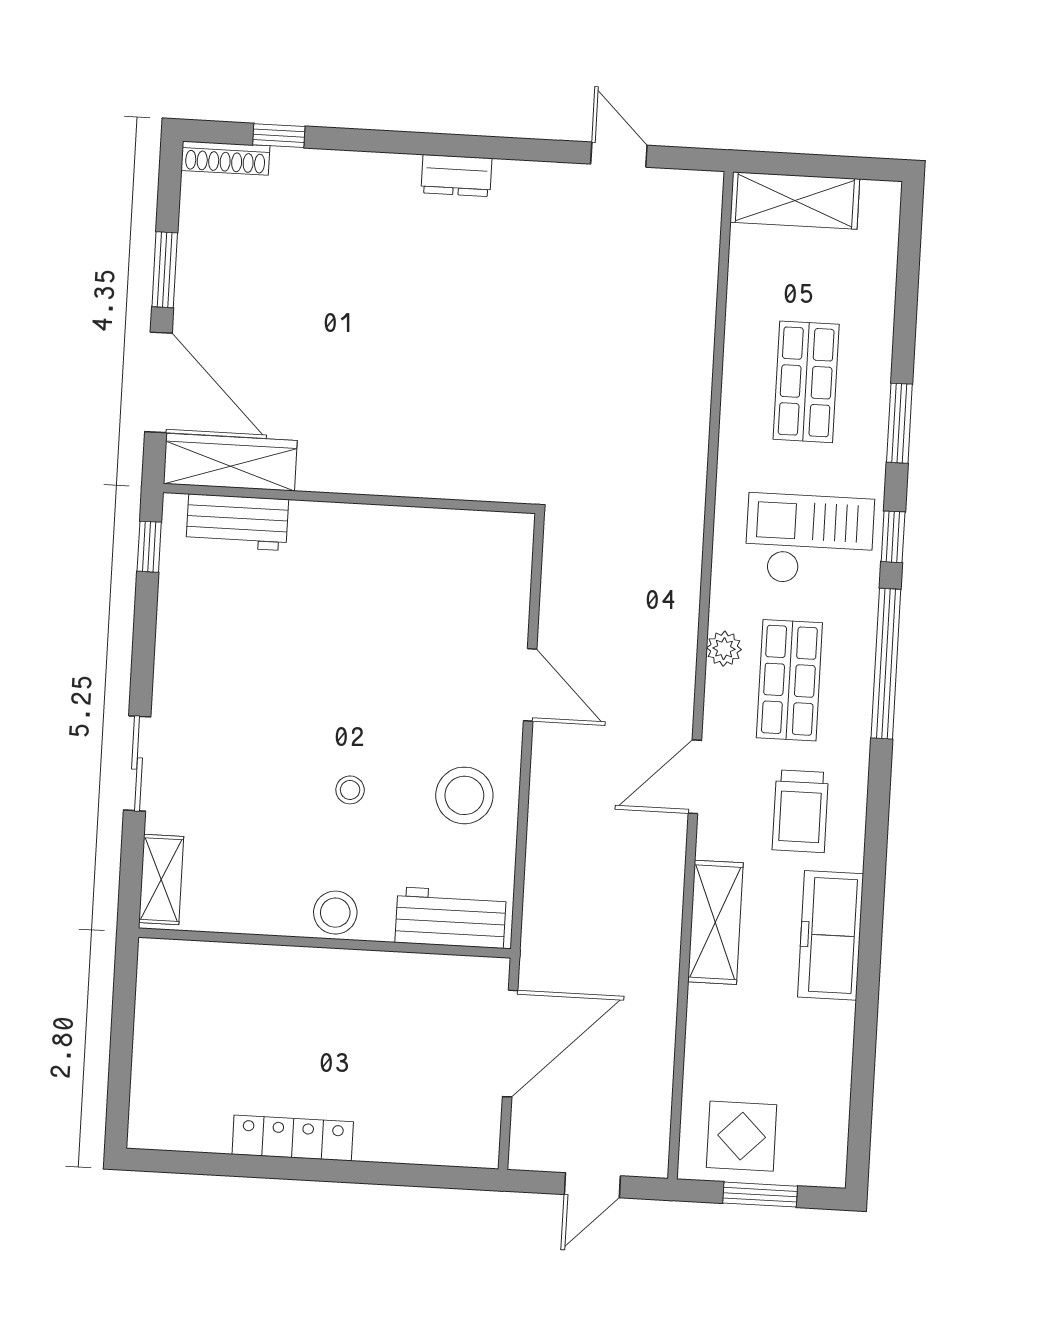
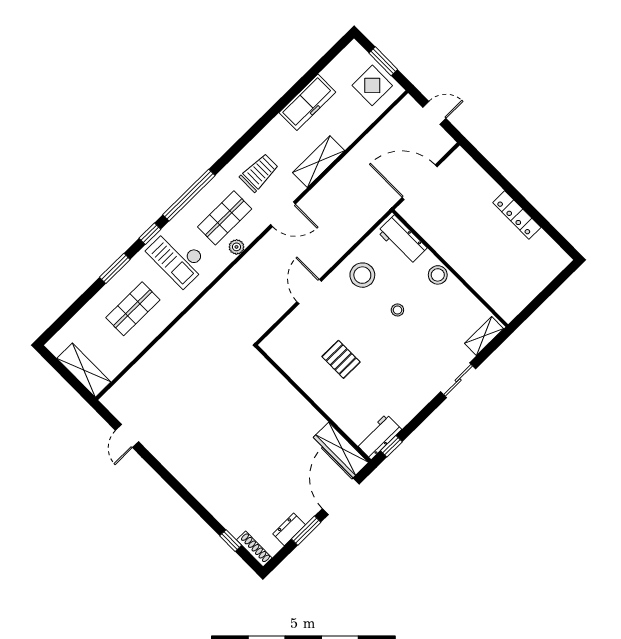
dresser: (456, 176) -> (289, 529), moved, turned -90
workbench: (237, 522) -> (379, 437), moved, turned -90
pallet: (370, 618) -> (341, 359), added
freezer: (831, 935) -> (307, 102), moved

